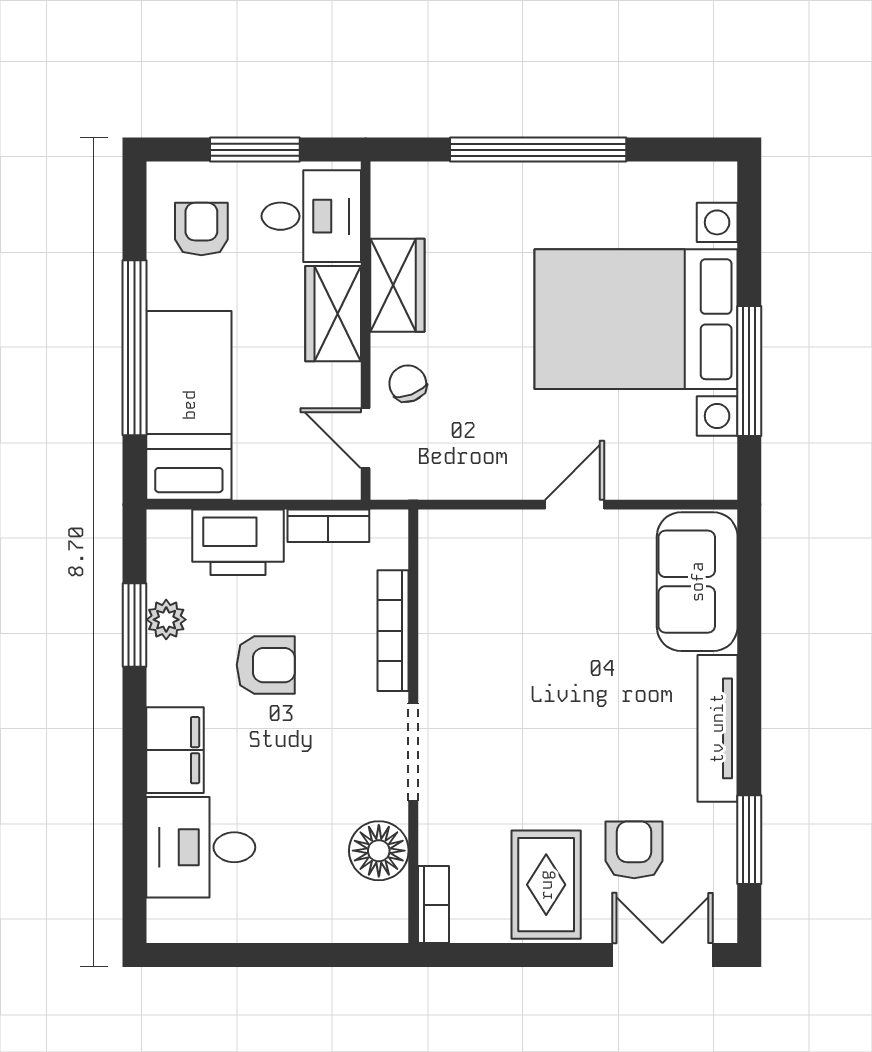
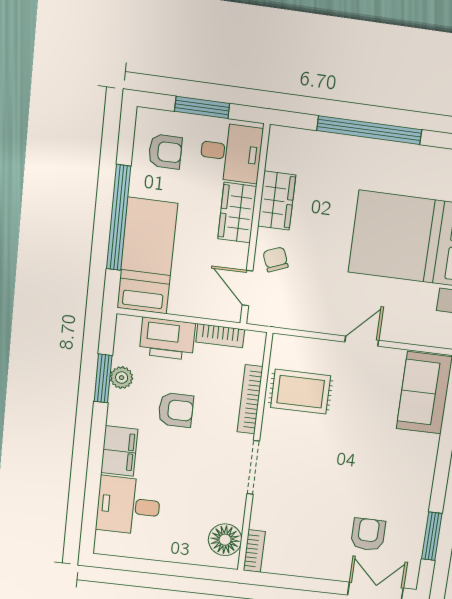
armchair: (201, 229) -> (165, 152), turned 90
tv unit: (717, 728) -> (423, 475), removed
floor lamp: (379, 851) -> (225, 540), moved
rug: (546, 885) -> (301, 392), moved, turned 90

